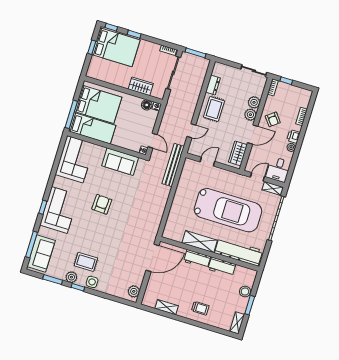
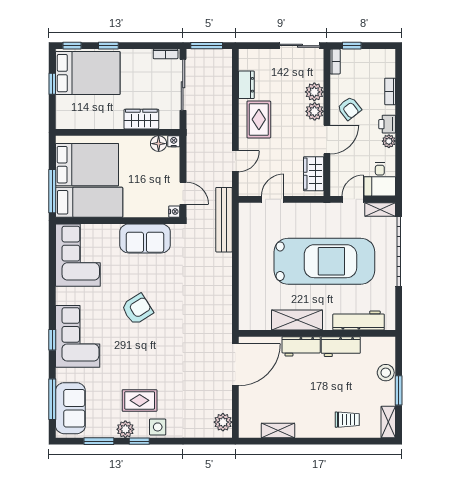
armchair: (102, 204) -> (137, 309), turned 55
workbench: (239, 252) -> (359, 320), width x0.73, depth x0.76
trolley: (200, 308) -> (347, 420), moved

